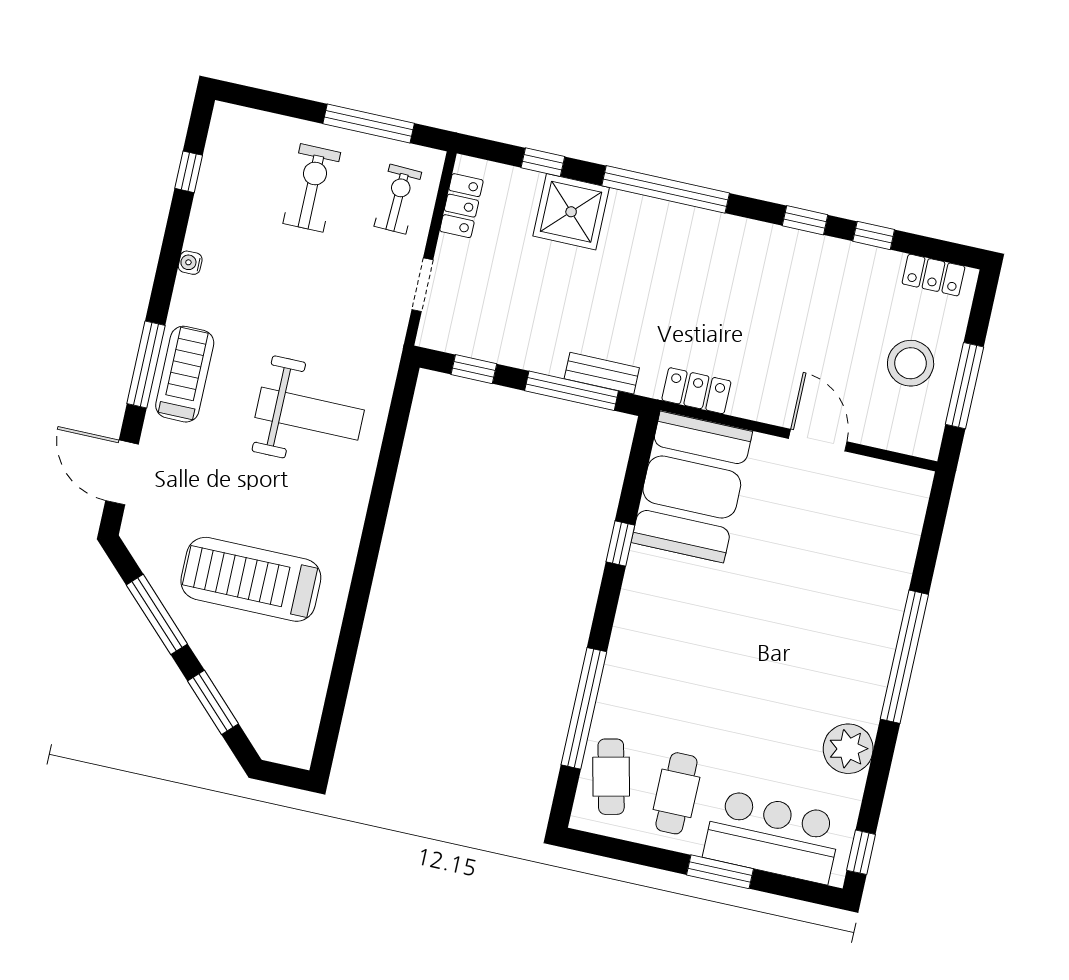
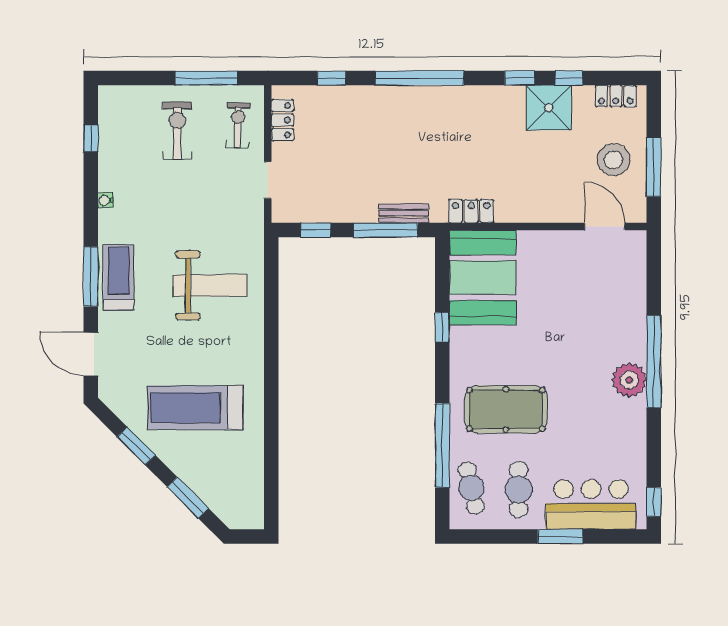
shower: (571, 212) -> (549, 108), moved
door: (818, 440) -> (605, 227), moved
window: (157, 614) -> (136, 446), width x0.69
pool table: (684, 678) -> (506, 409), added
plant: (848, 749) -> (629, 380), moved

